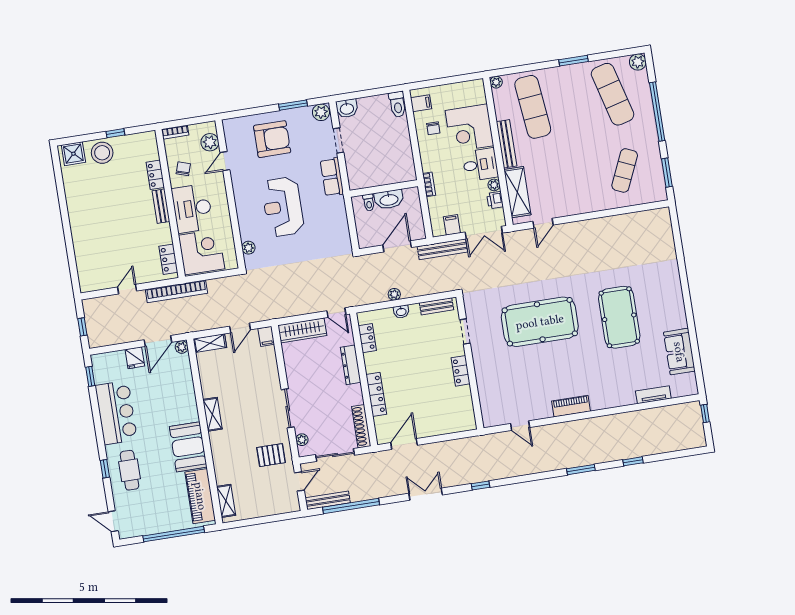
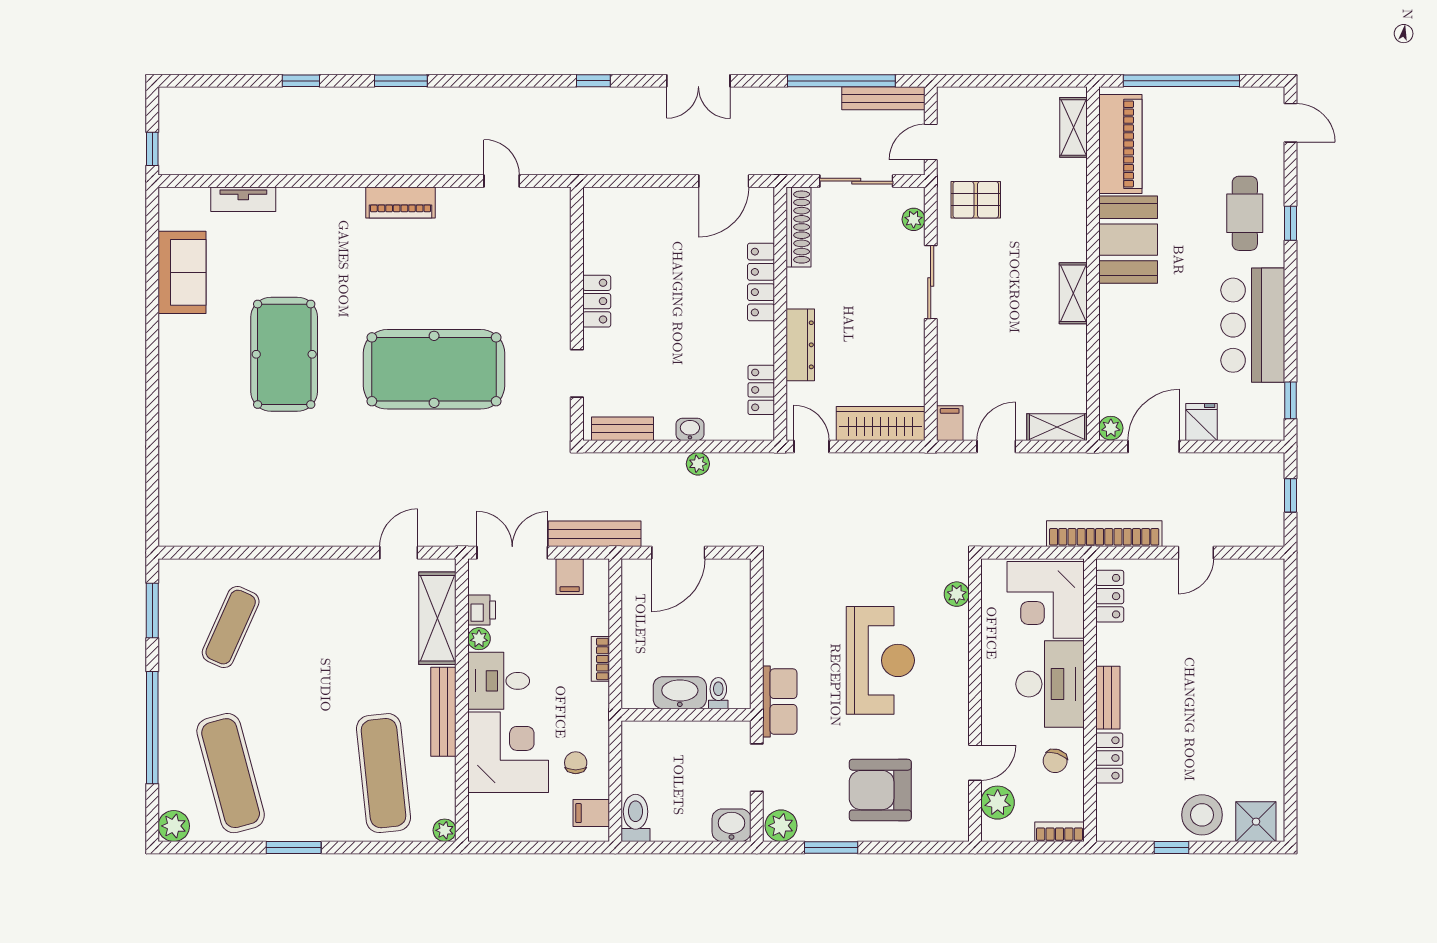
wall: (384, 188) -> (686, 715), moved
washbasin: (389, 199) -> (680, 693), moved
toilet: (369, 202) -> (718, 693), moved

